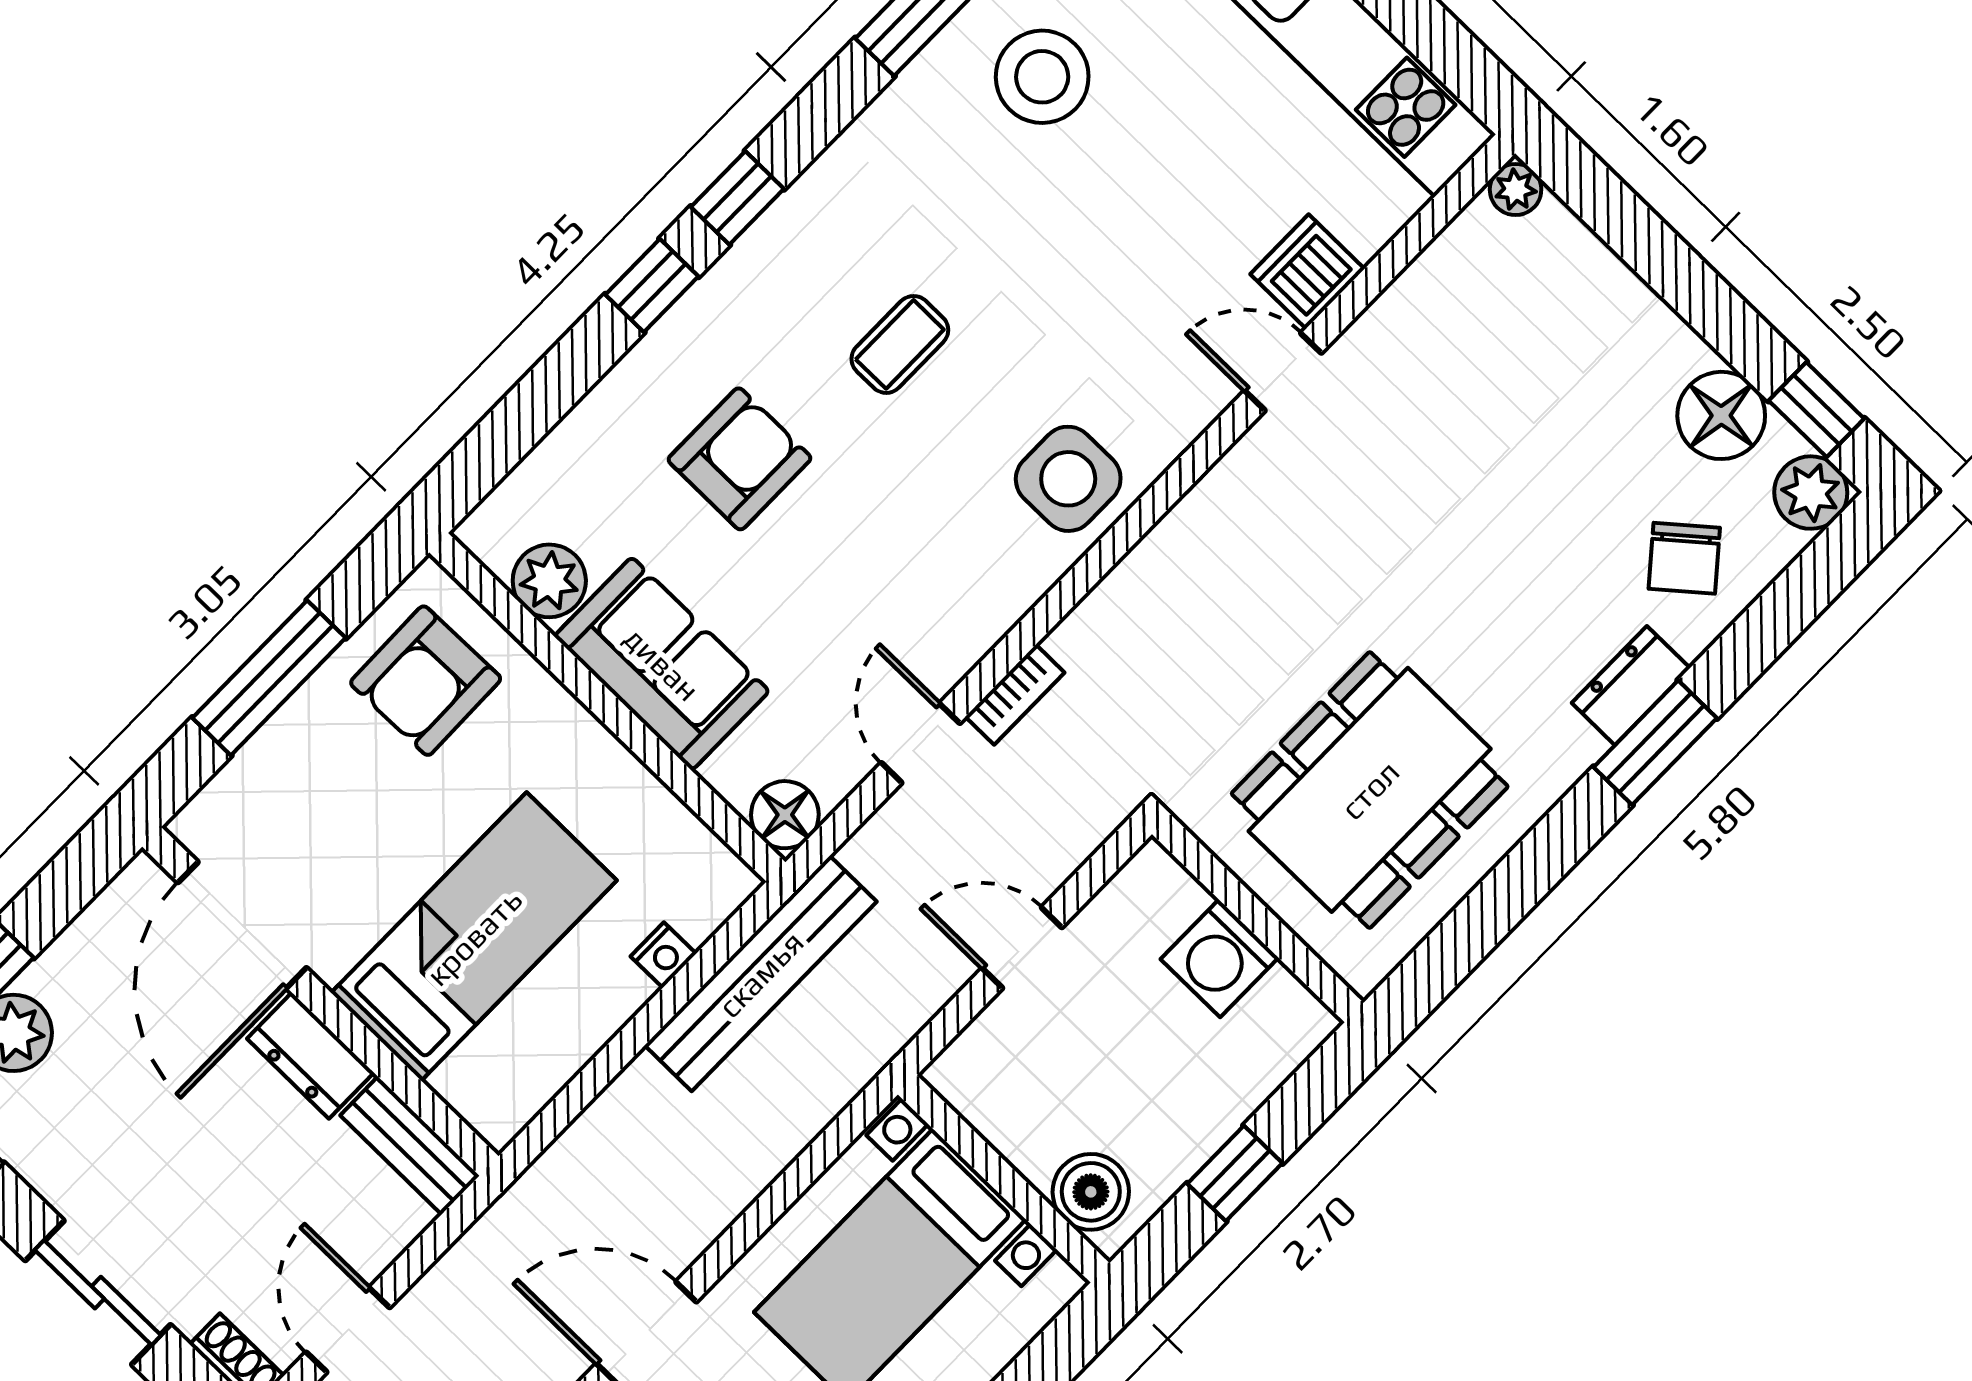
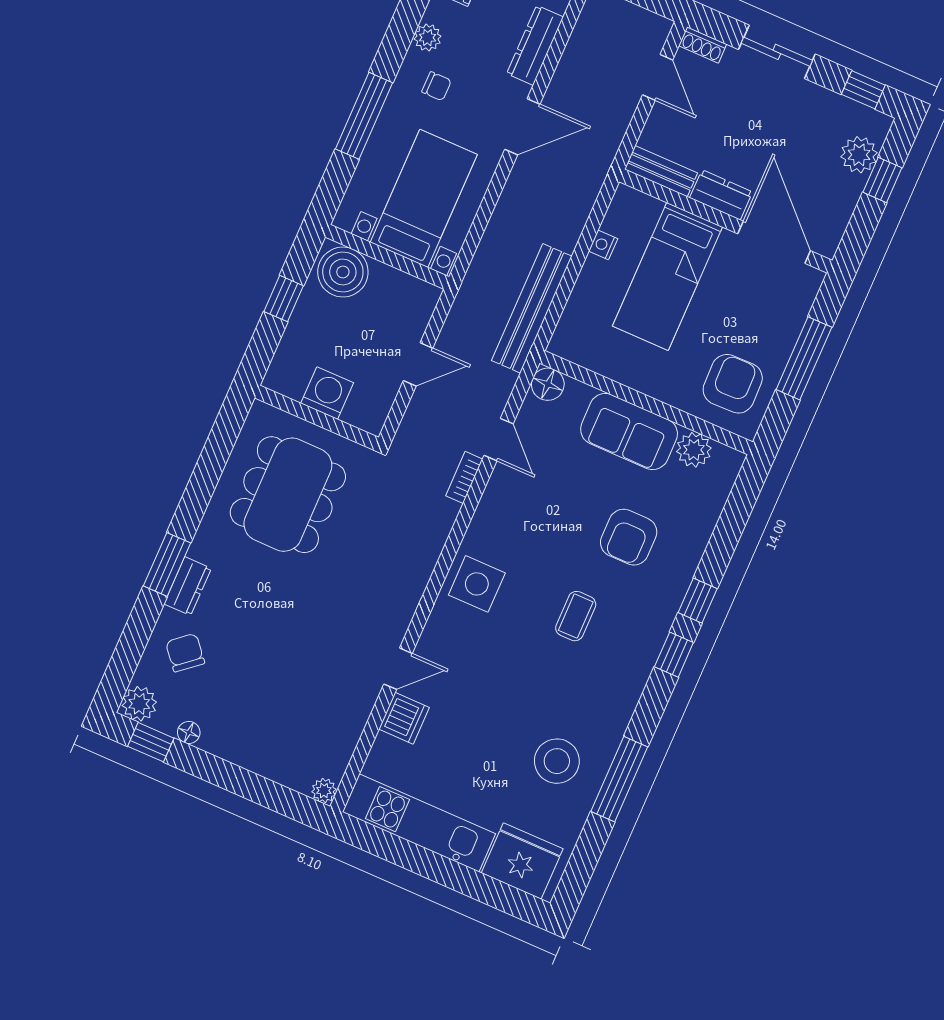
floor lamp: (1721, 415) -> (189, 732), width x0.53, depth x0.53
nightstand: (663, 955) -> (603, 245), moved
boiler: (1091, 1192) -> (343, 272), width x1.37, depth x1.37

